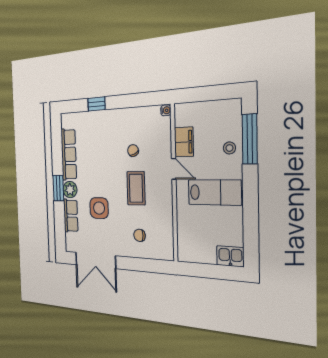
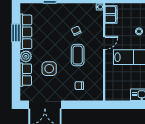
filing cabinet: (184, 142) -> (111, 14), moved
door: (174, 169) -> (104, 43), hinge flipped
window: (58, 188) -> (16, 33), moved

